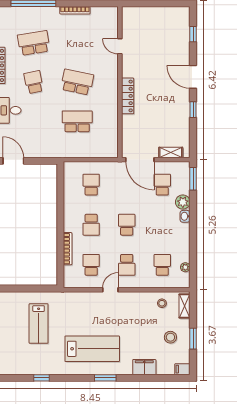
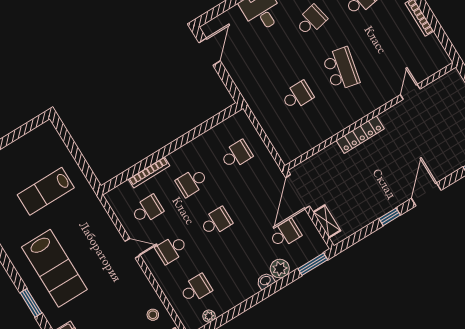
school desk: (77, 121) -> (297, 96), width x0.54

